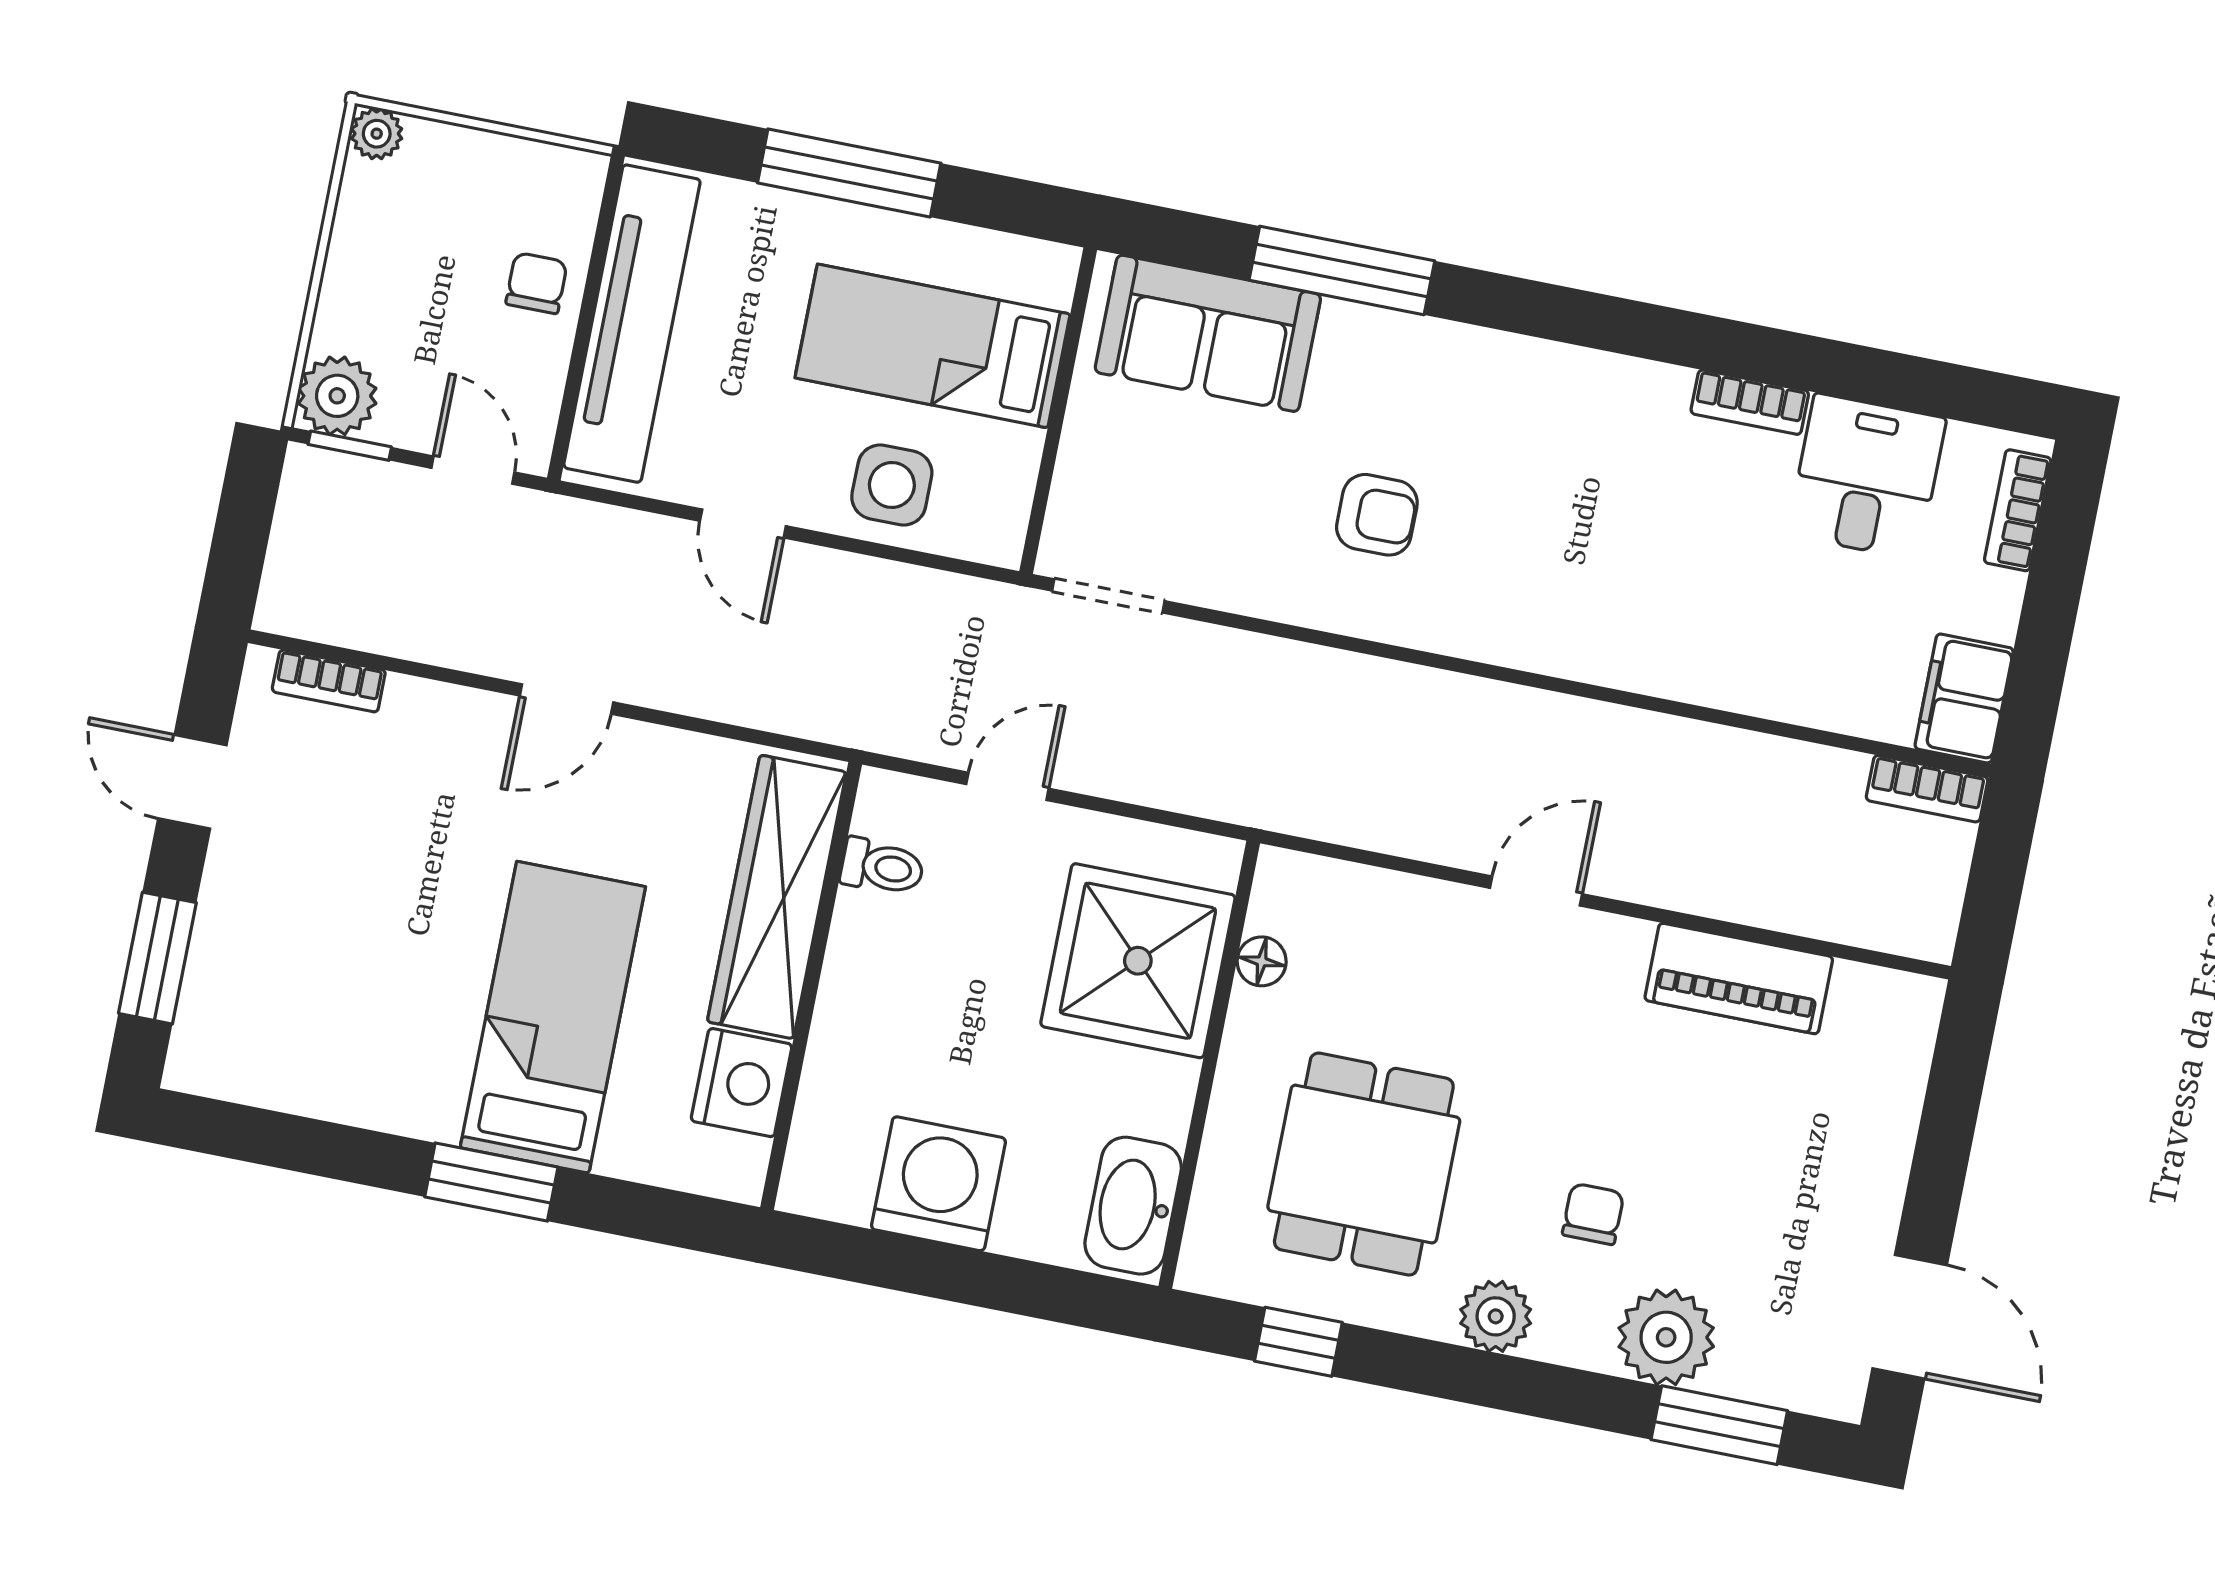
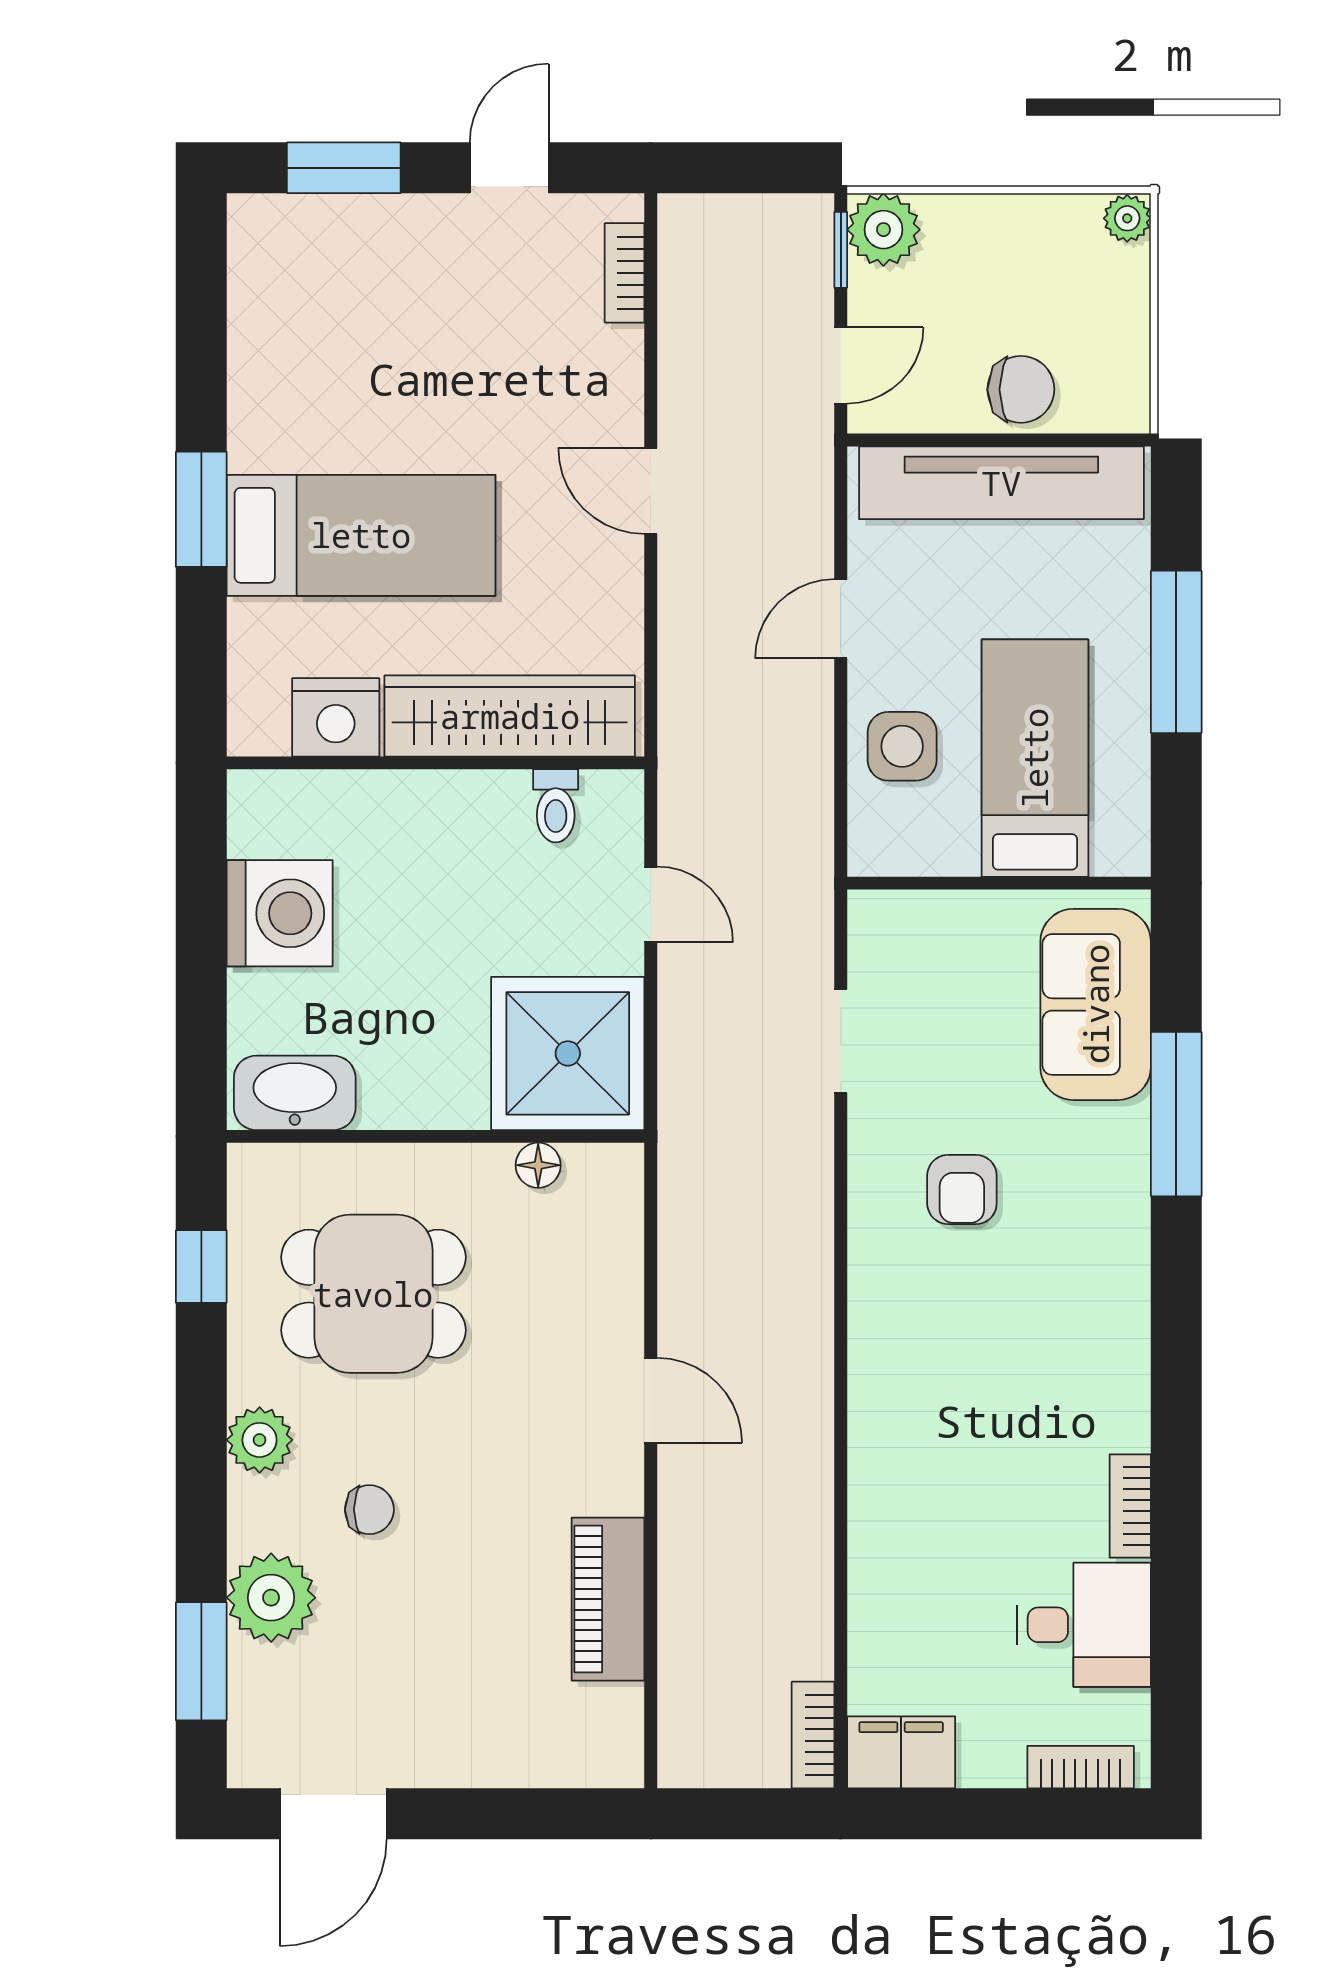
chair: (537, 283) -> (1021, 389), width x1.37, depth x1.37
doorway: (1108, 596) -> (841, 1041), moved
shower: (1138, 961) -> (568, 1053), moved

